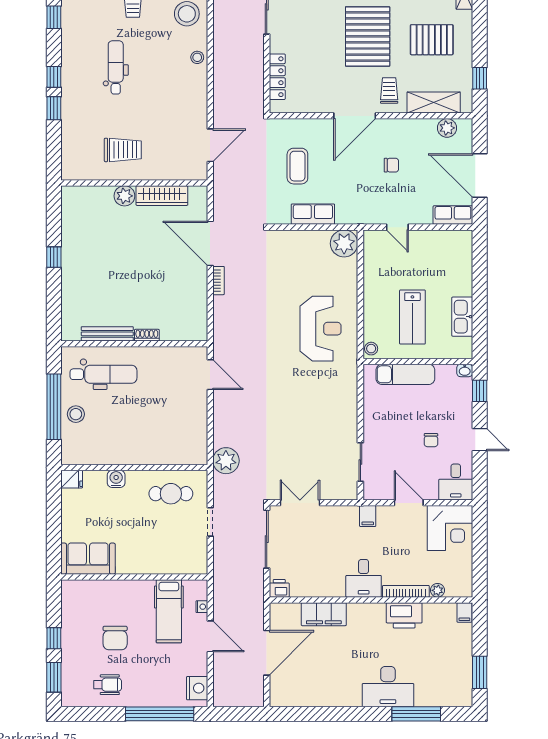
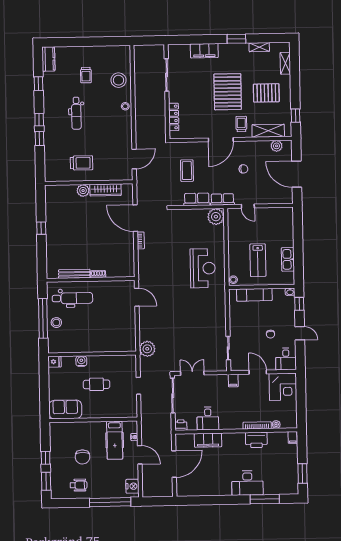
dental chair: (116, 67) -> (76, 113), turned 180
row of seats: (453, 215) -> (222, 199), moved
cafe table: (171, 494) -> (96, 384), moved
desk: (364, 578) -> (208, 419), moved

